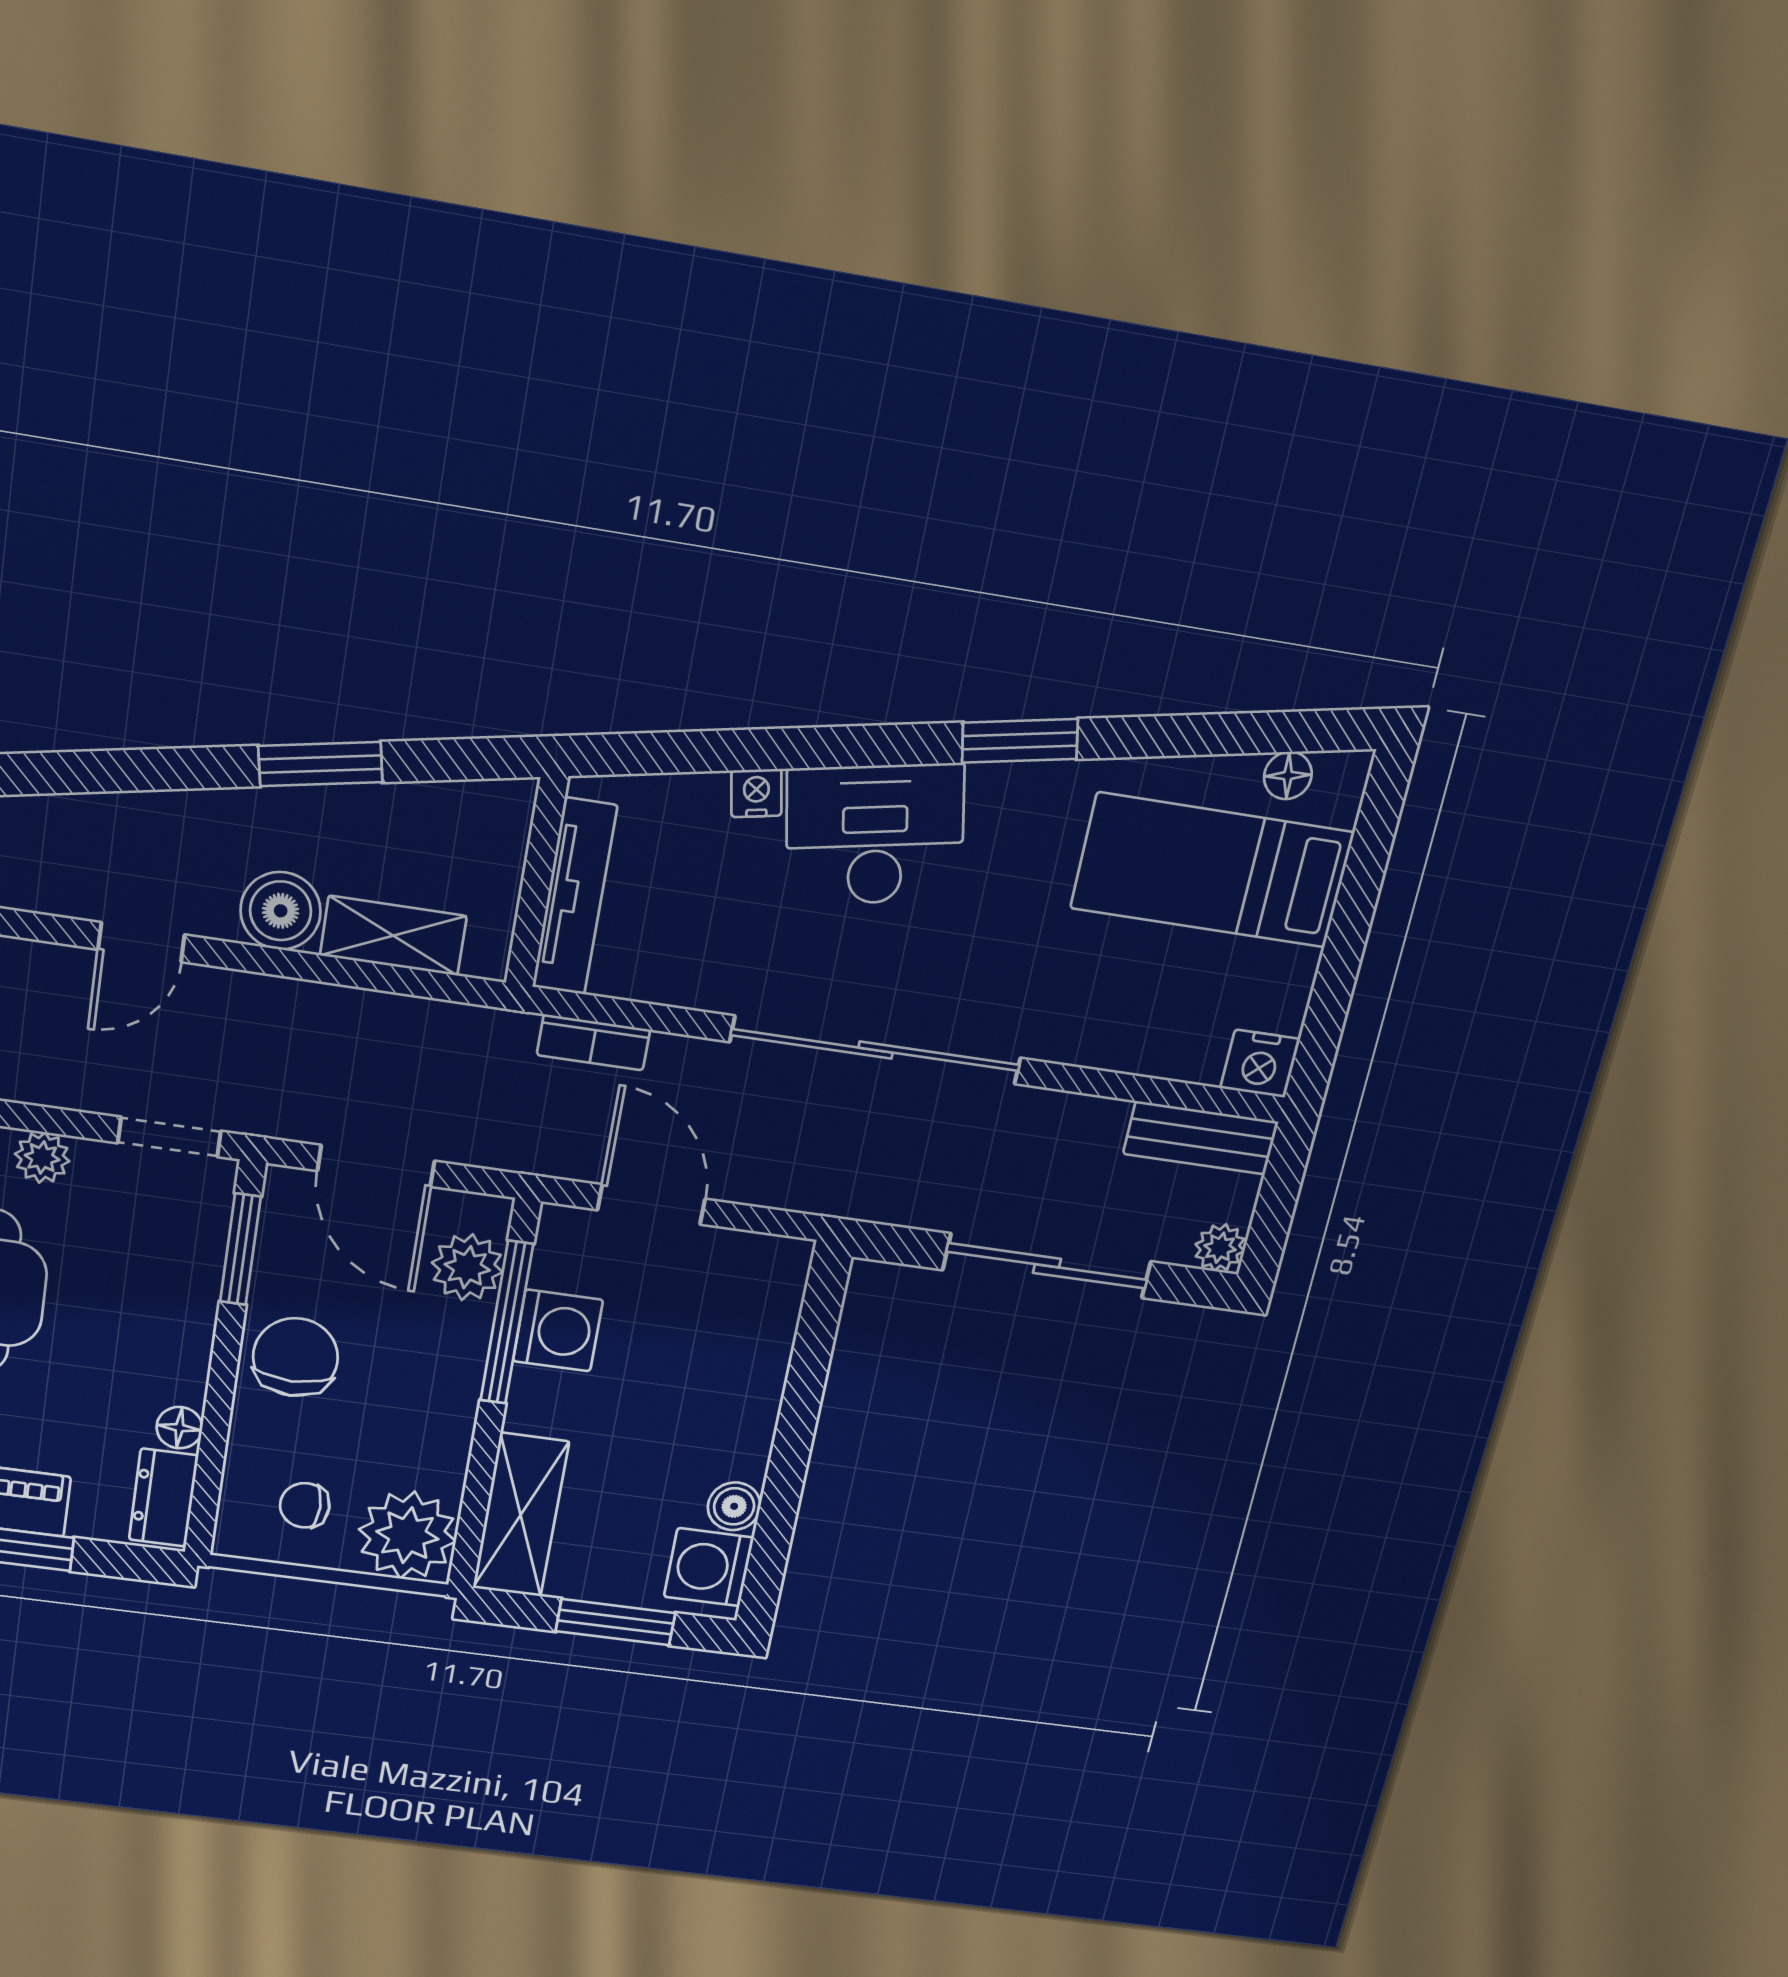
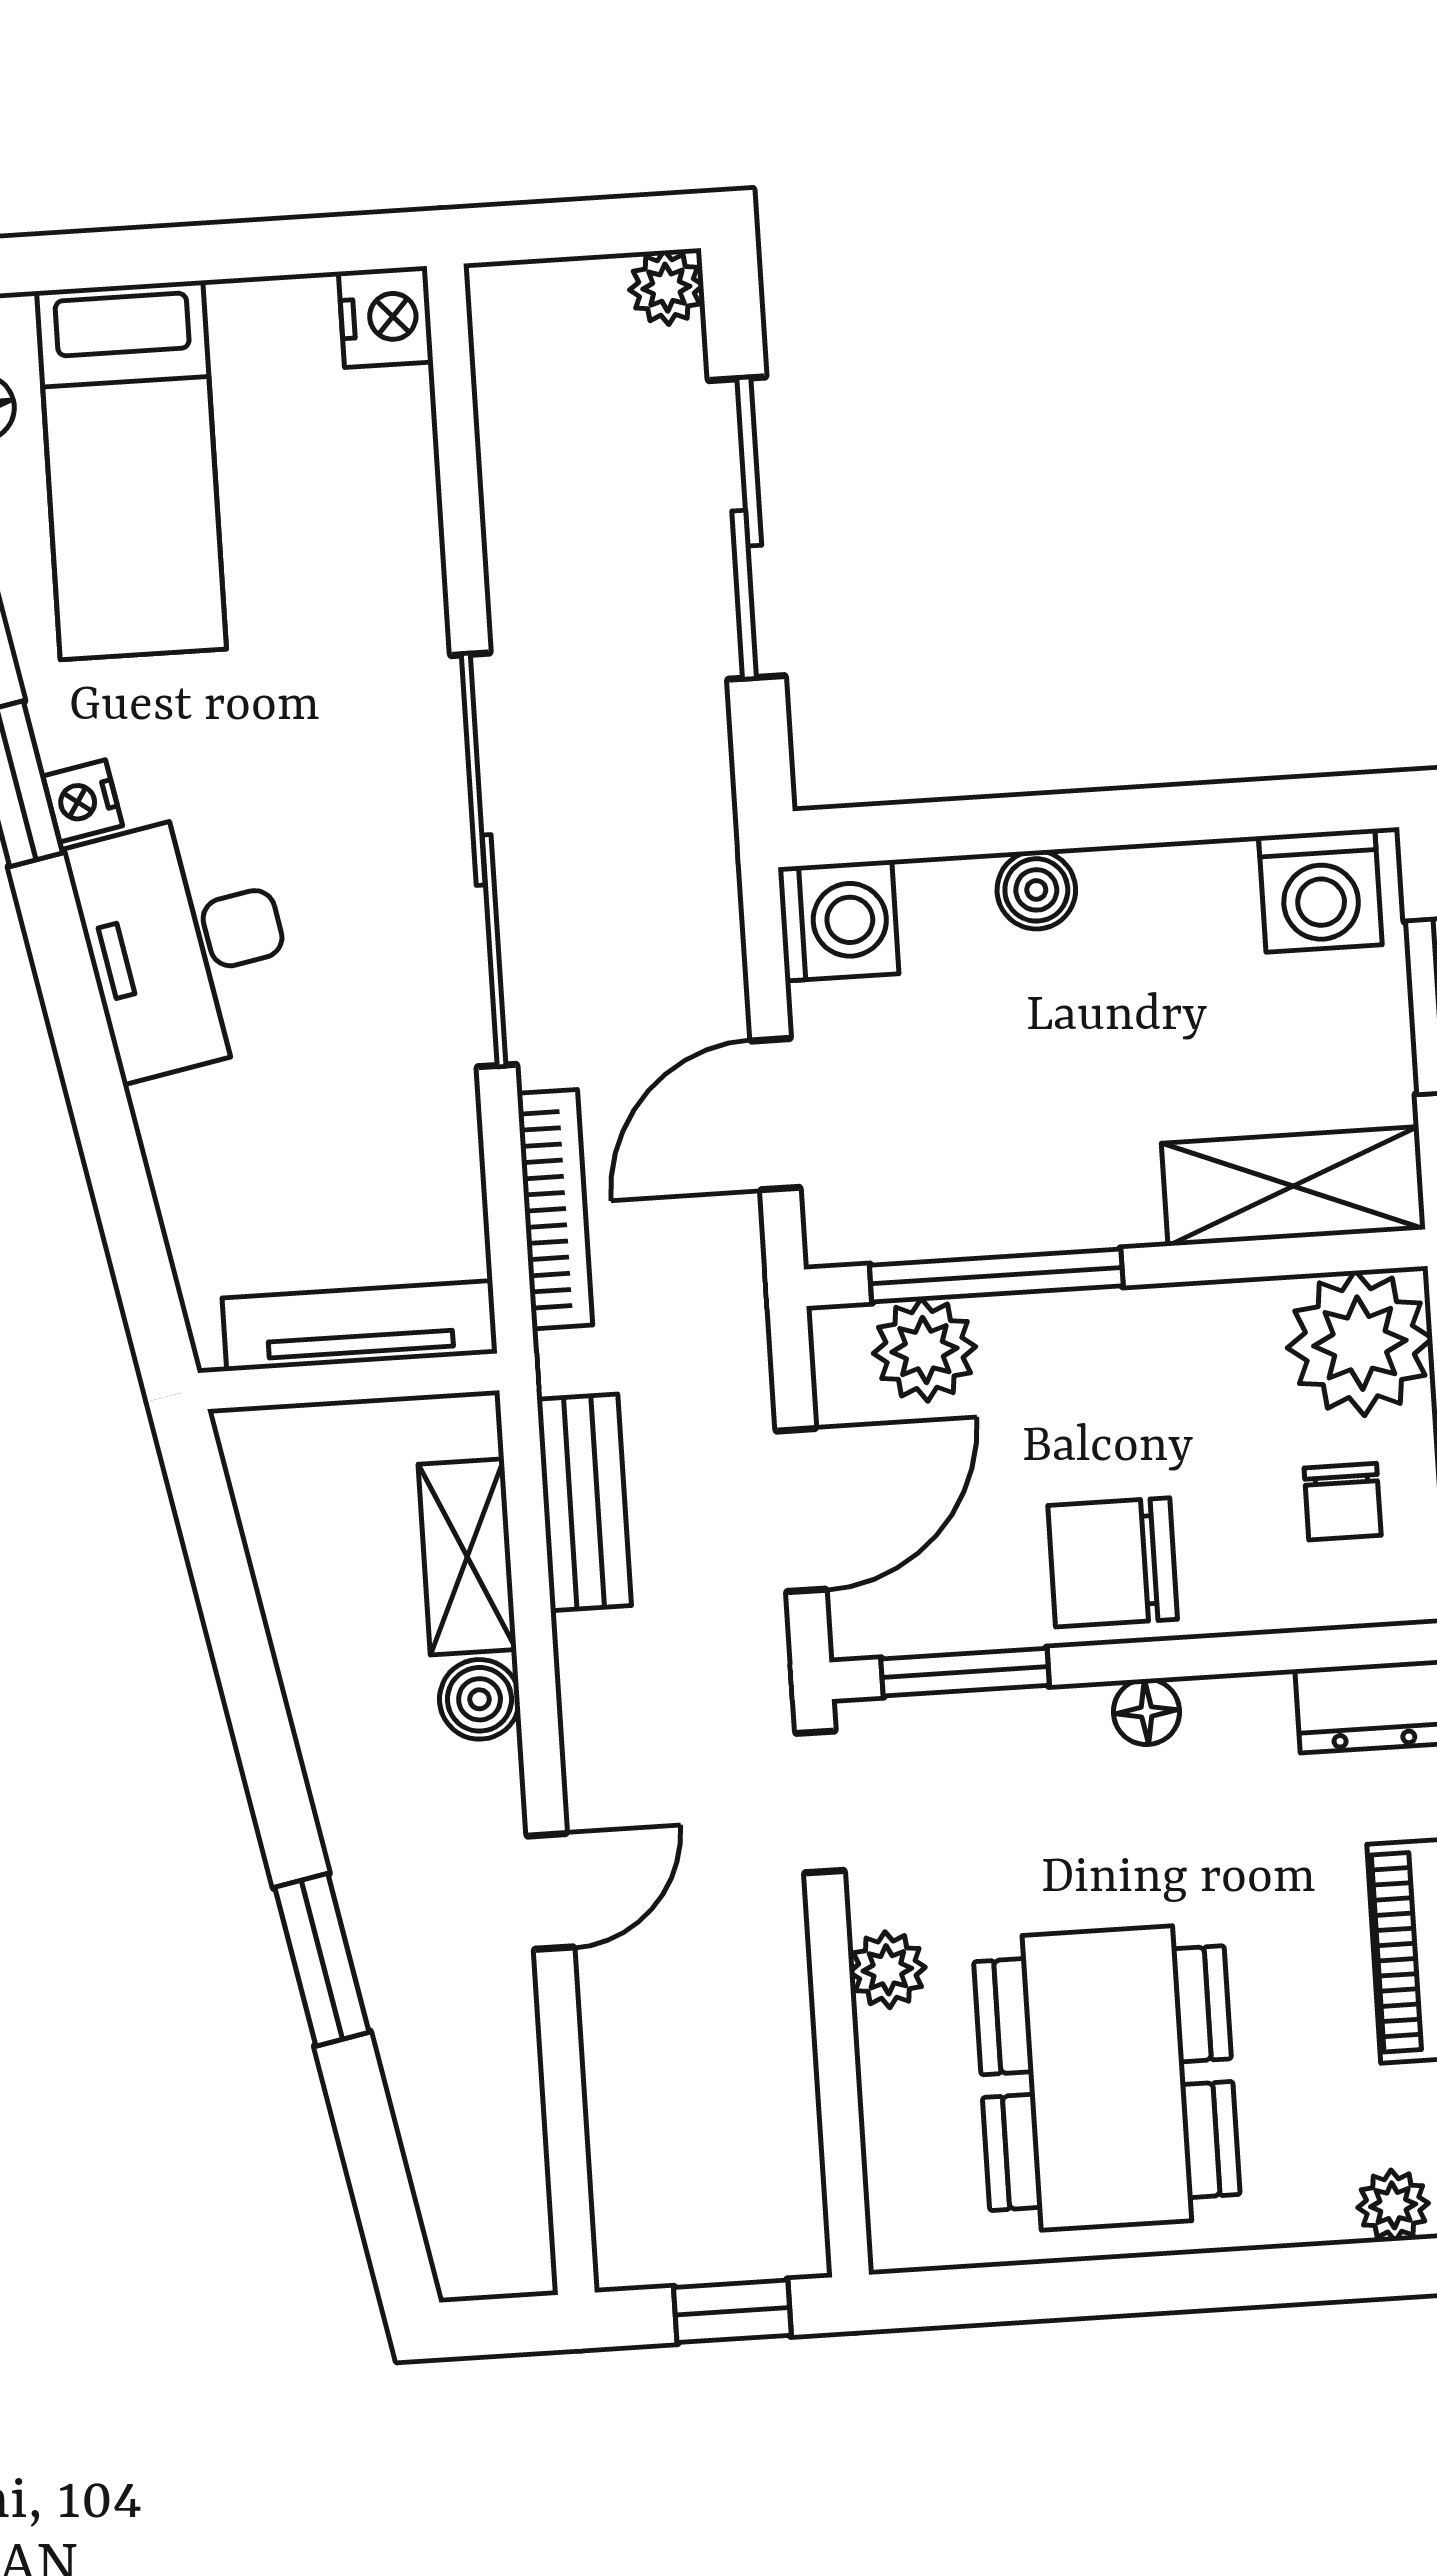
window: (320, 764) -> (322, 1960), moved
nightstand: (756, 793) -> (83, 801), moved
boiler: (281, 911) -> (480, 1699), width x0.73, depth x0.73
door: (141, 942) -> (550, 1891), hinge flipped
bookcase: (593, 1042) -> (555, 1209), width x1.56
bench: (1201, 1138) -> (584, 1502), moved
washing machine: (558, 1331) -> (838, 921), moved, turned 90
floor lamp: (179, 1428) -> (1147, 1712), moved
boiler: (734, 1506) -> (1036, 890), moved

